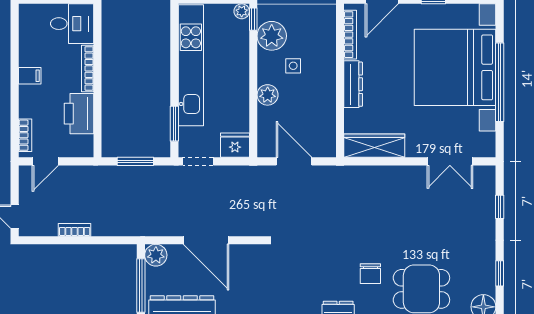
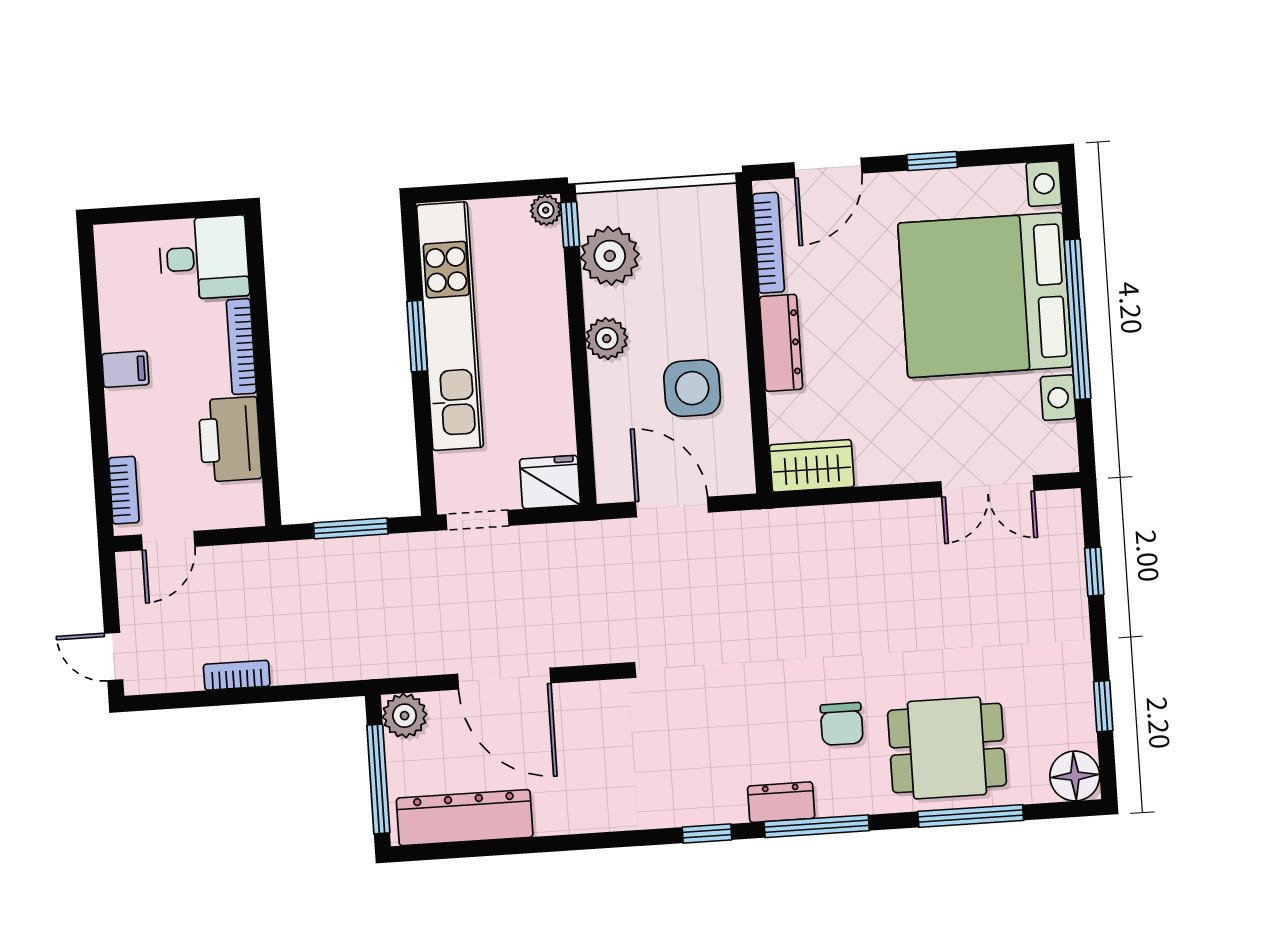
side table: (293, 66) -> (692, 388), moved, width x1.87, depth x1.87
plant: (268, 95) -> (607, 339), moved
window: (174, 124) -> (417, 336), moved
wardrobe: (374, 146) -> (812, 466), width x0.67

